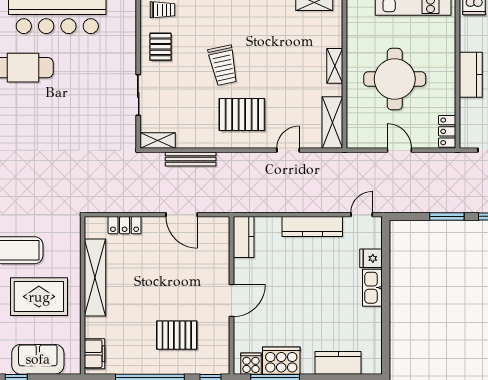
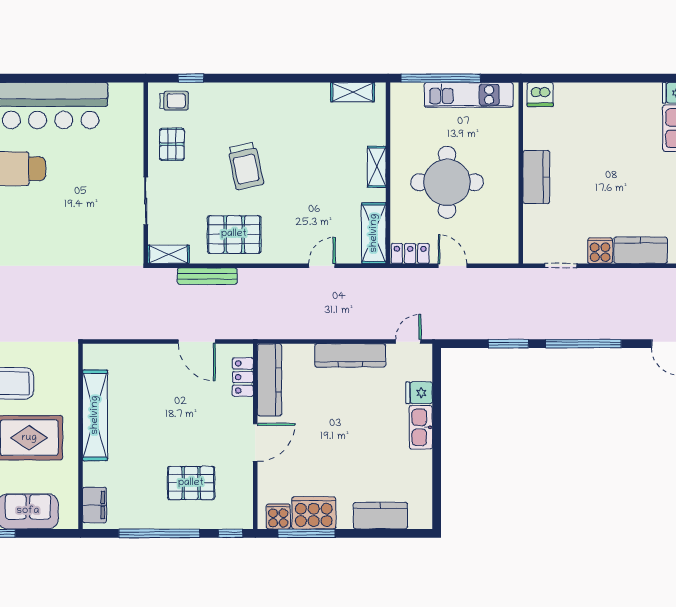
pallet: (242, 115) -> (234, 234), moved
locker: (447, 131) -> (410, 253), moved, turned 90
locker: (125, 225) -> (243, 377), moved, turned 90
kitchen counter: (244, 237) -> (269, 380), width x1.50

